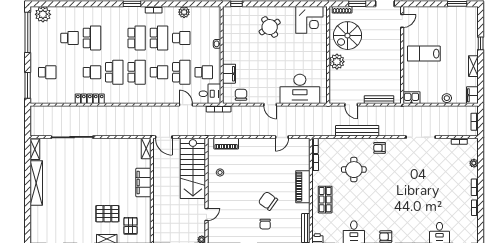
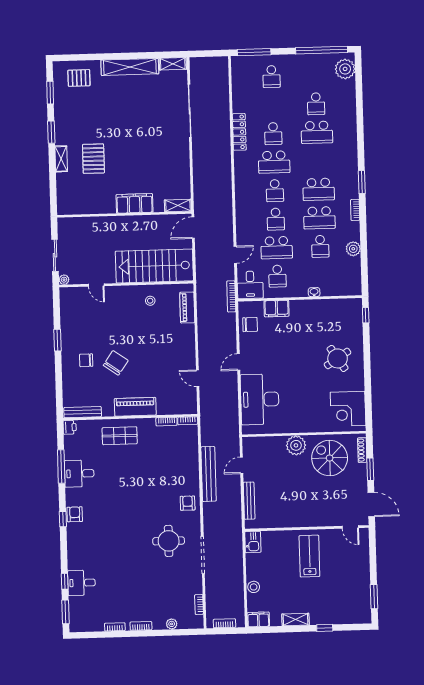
school desk: (137, 72) -> (275, 191), width x0.54
round table: (354, 170) -> (169, 541), moved
pallet: (131, 226) -> (79, 78), moved

